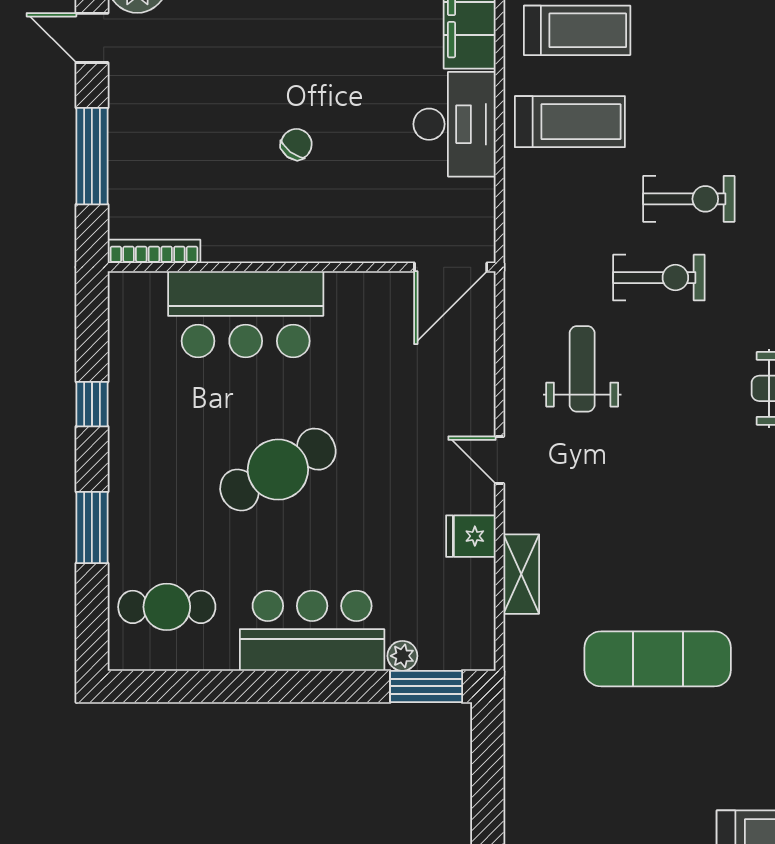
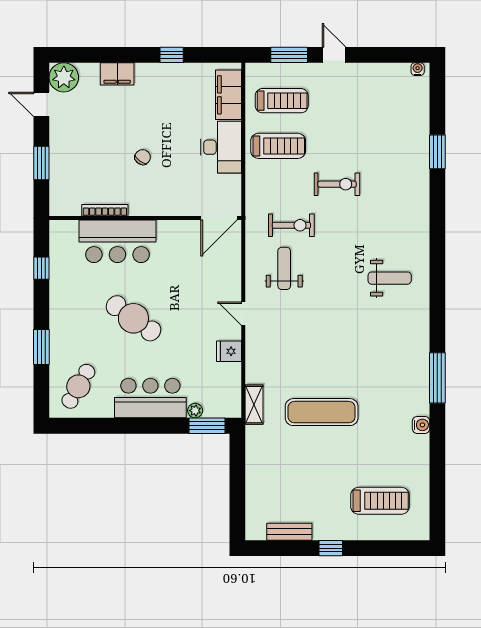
window: (92, 156) -> (41, 163), width x0.69
bookcase: (154, 251) -> (105, 210), moved
exercise bike: (659, 278) -> (291, 225), moved
window: (92, 404) -> (41, 268), moved
cafe table: (278, 470) -> (133, 318), turned 64
shelving: (521, 574) -> (254, 405), moved
cafe table: (167, 607) -> (78, 386), turned -60

